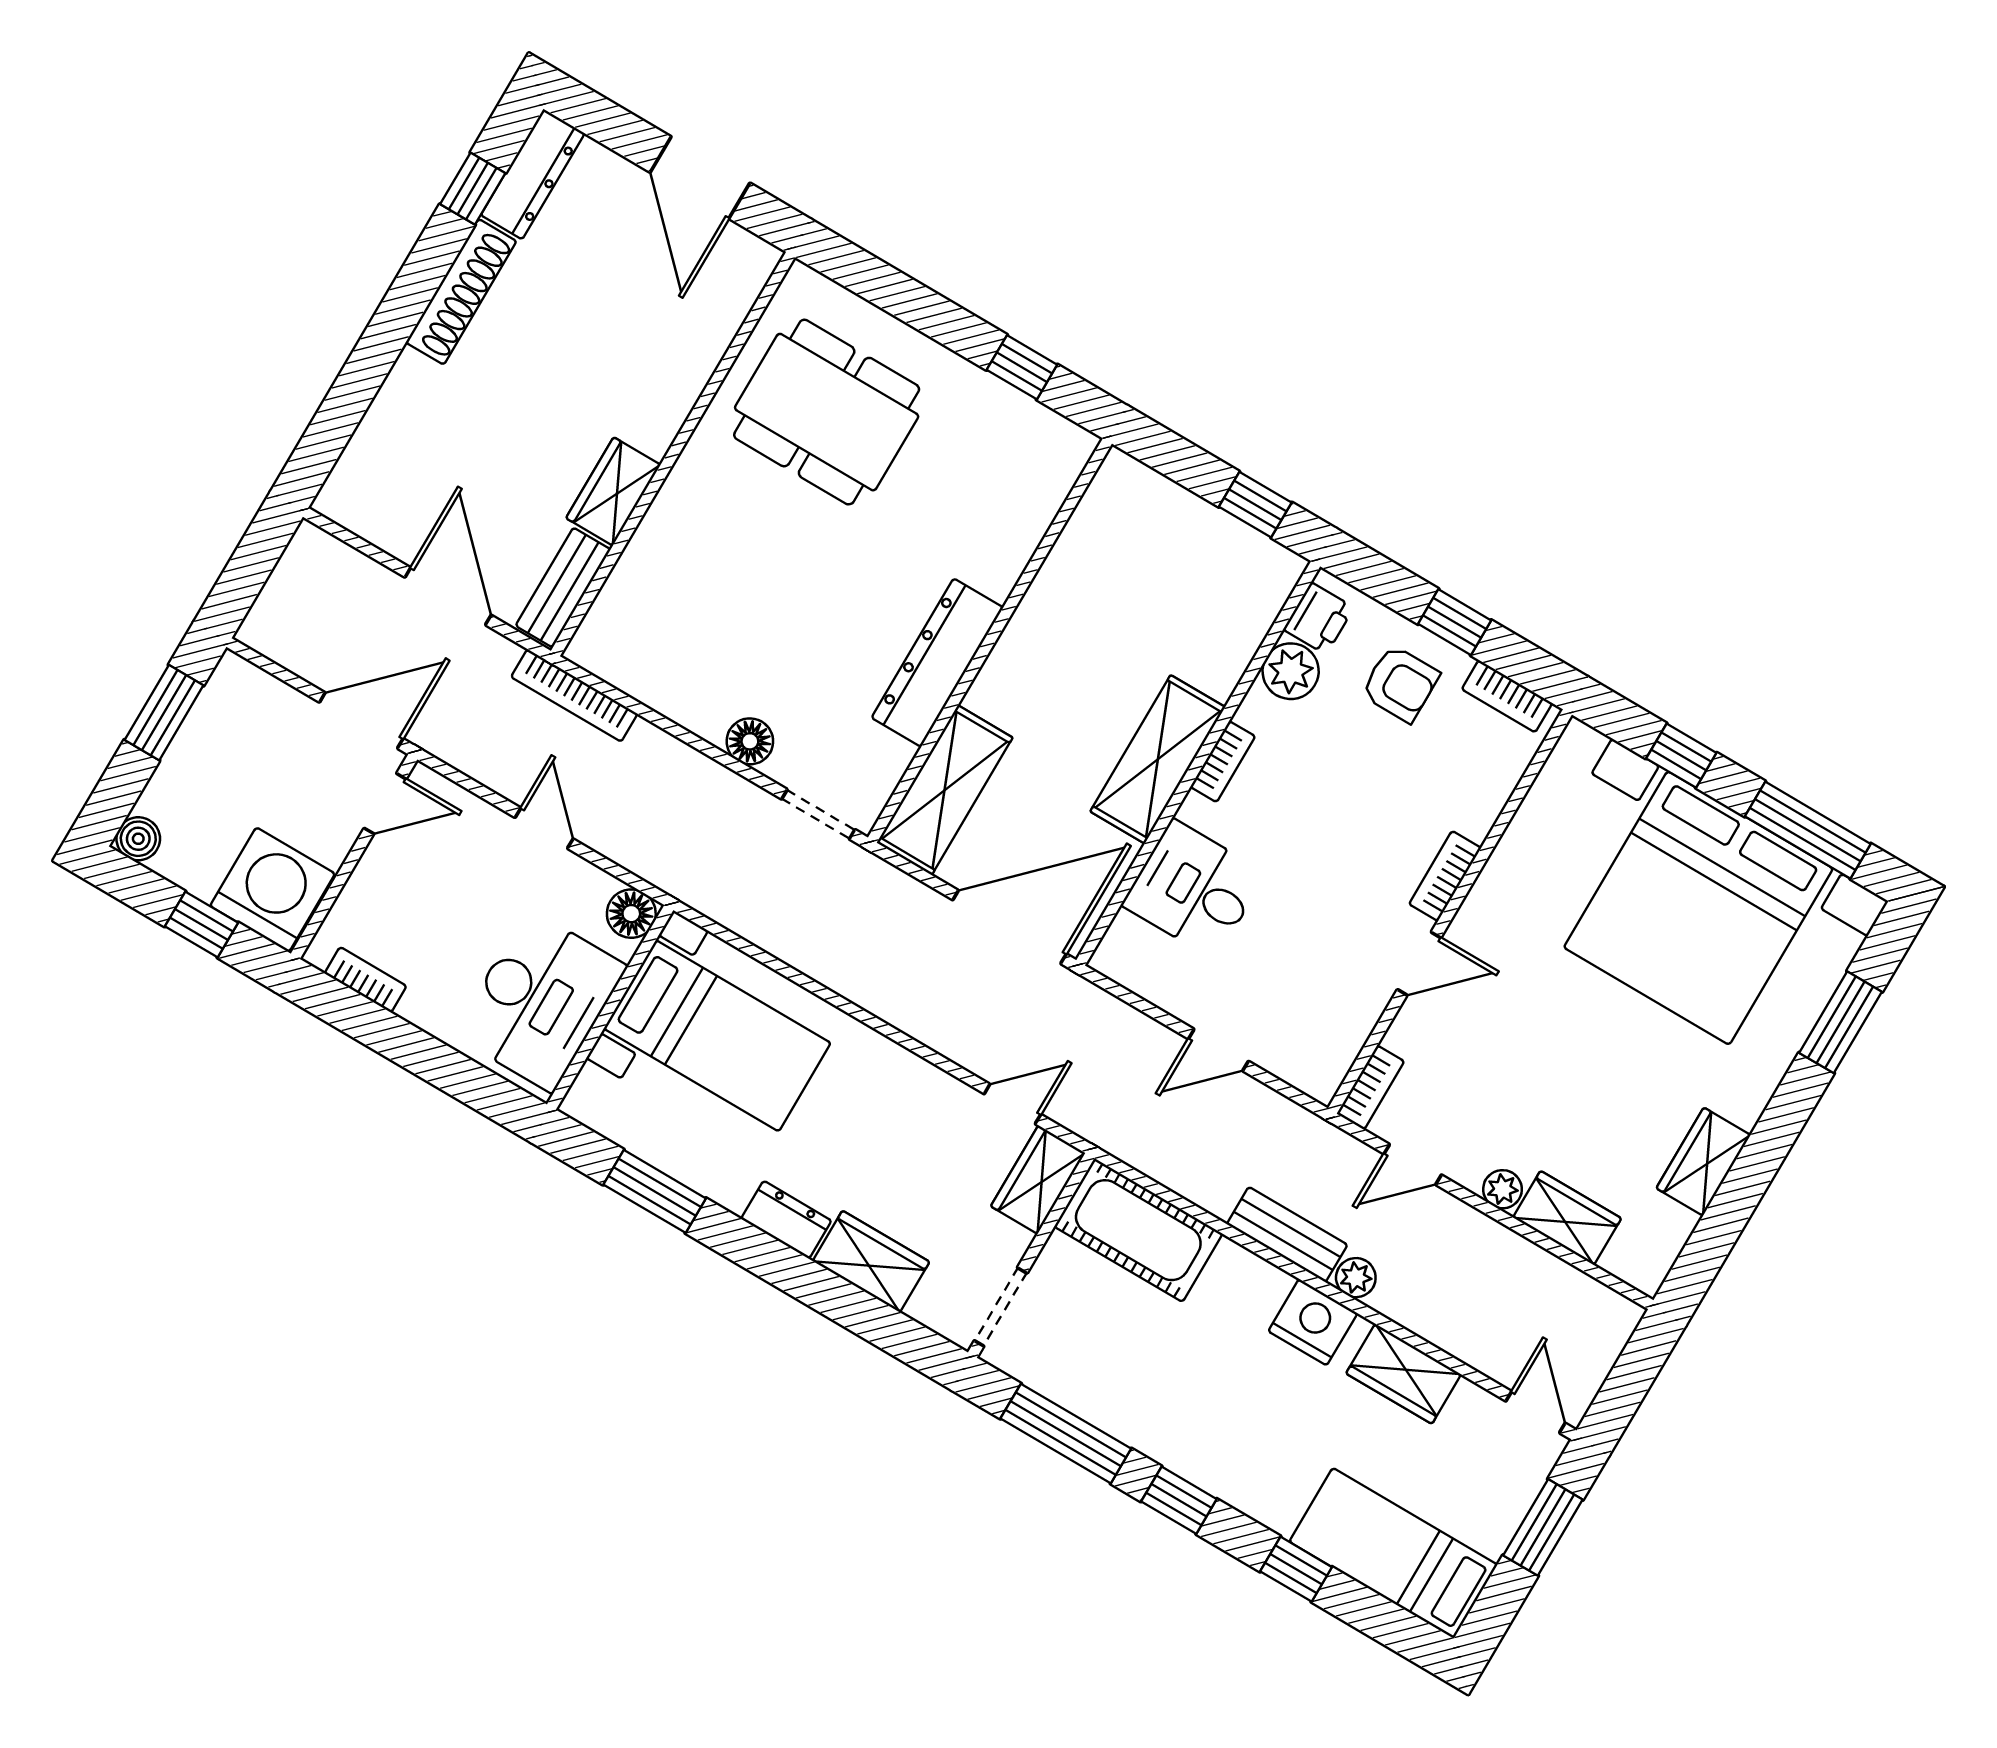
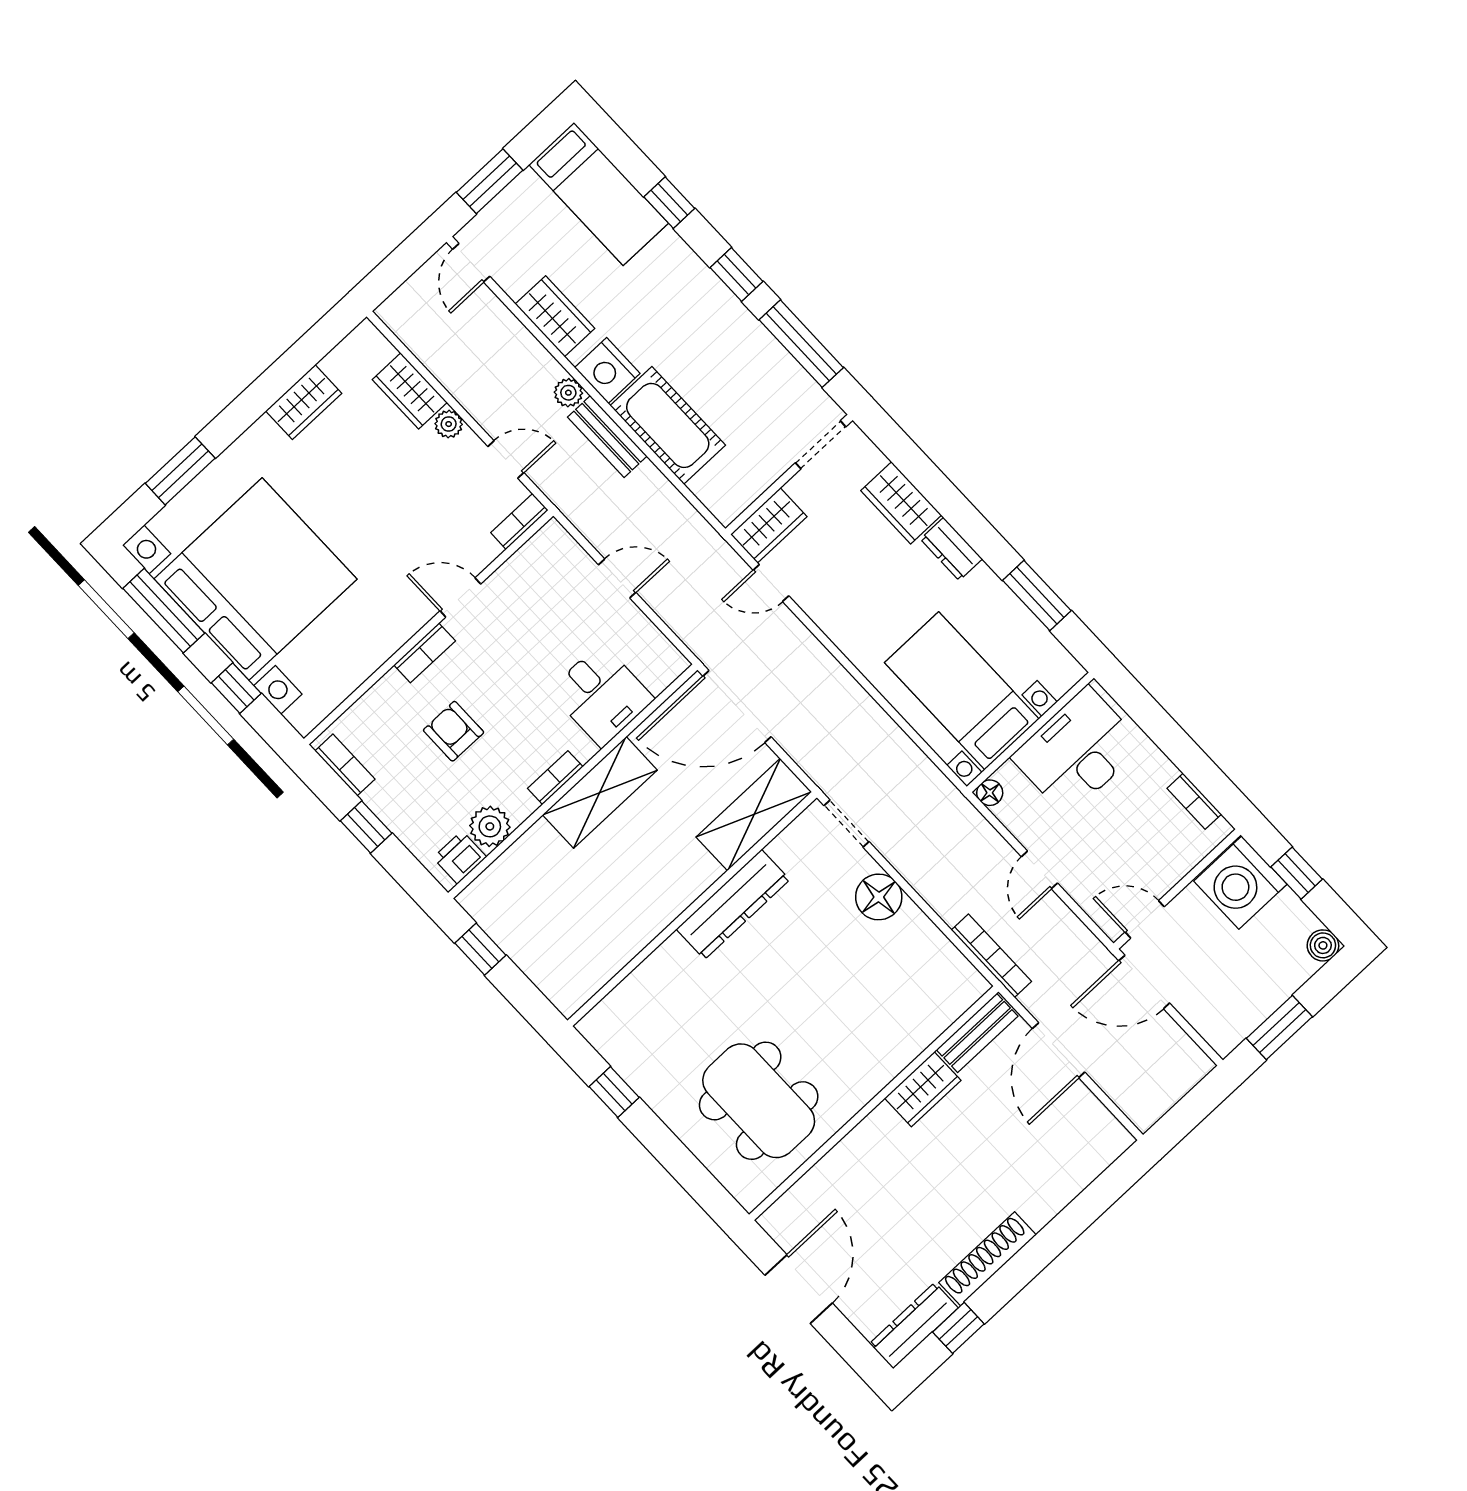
armchair: (1400, 684) -> (454, 731), moved
floor lamp: (750, 741) -> (879, 897), width x1.38, depth x1.38
floor lamp: (631, 914) -> (990, 793), width x0.73, depth x0.73
cot: (1138, 1230) -> (668, 425), moved

